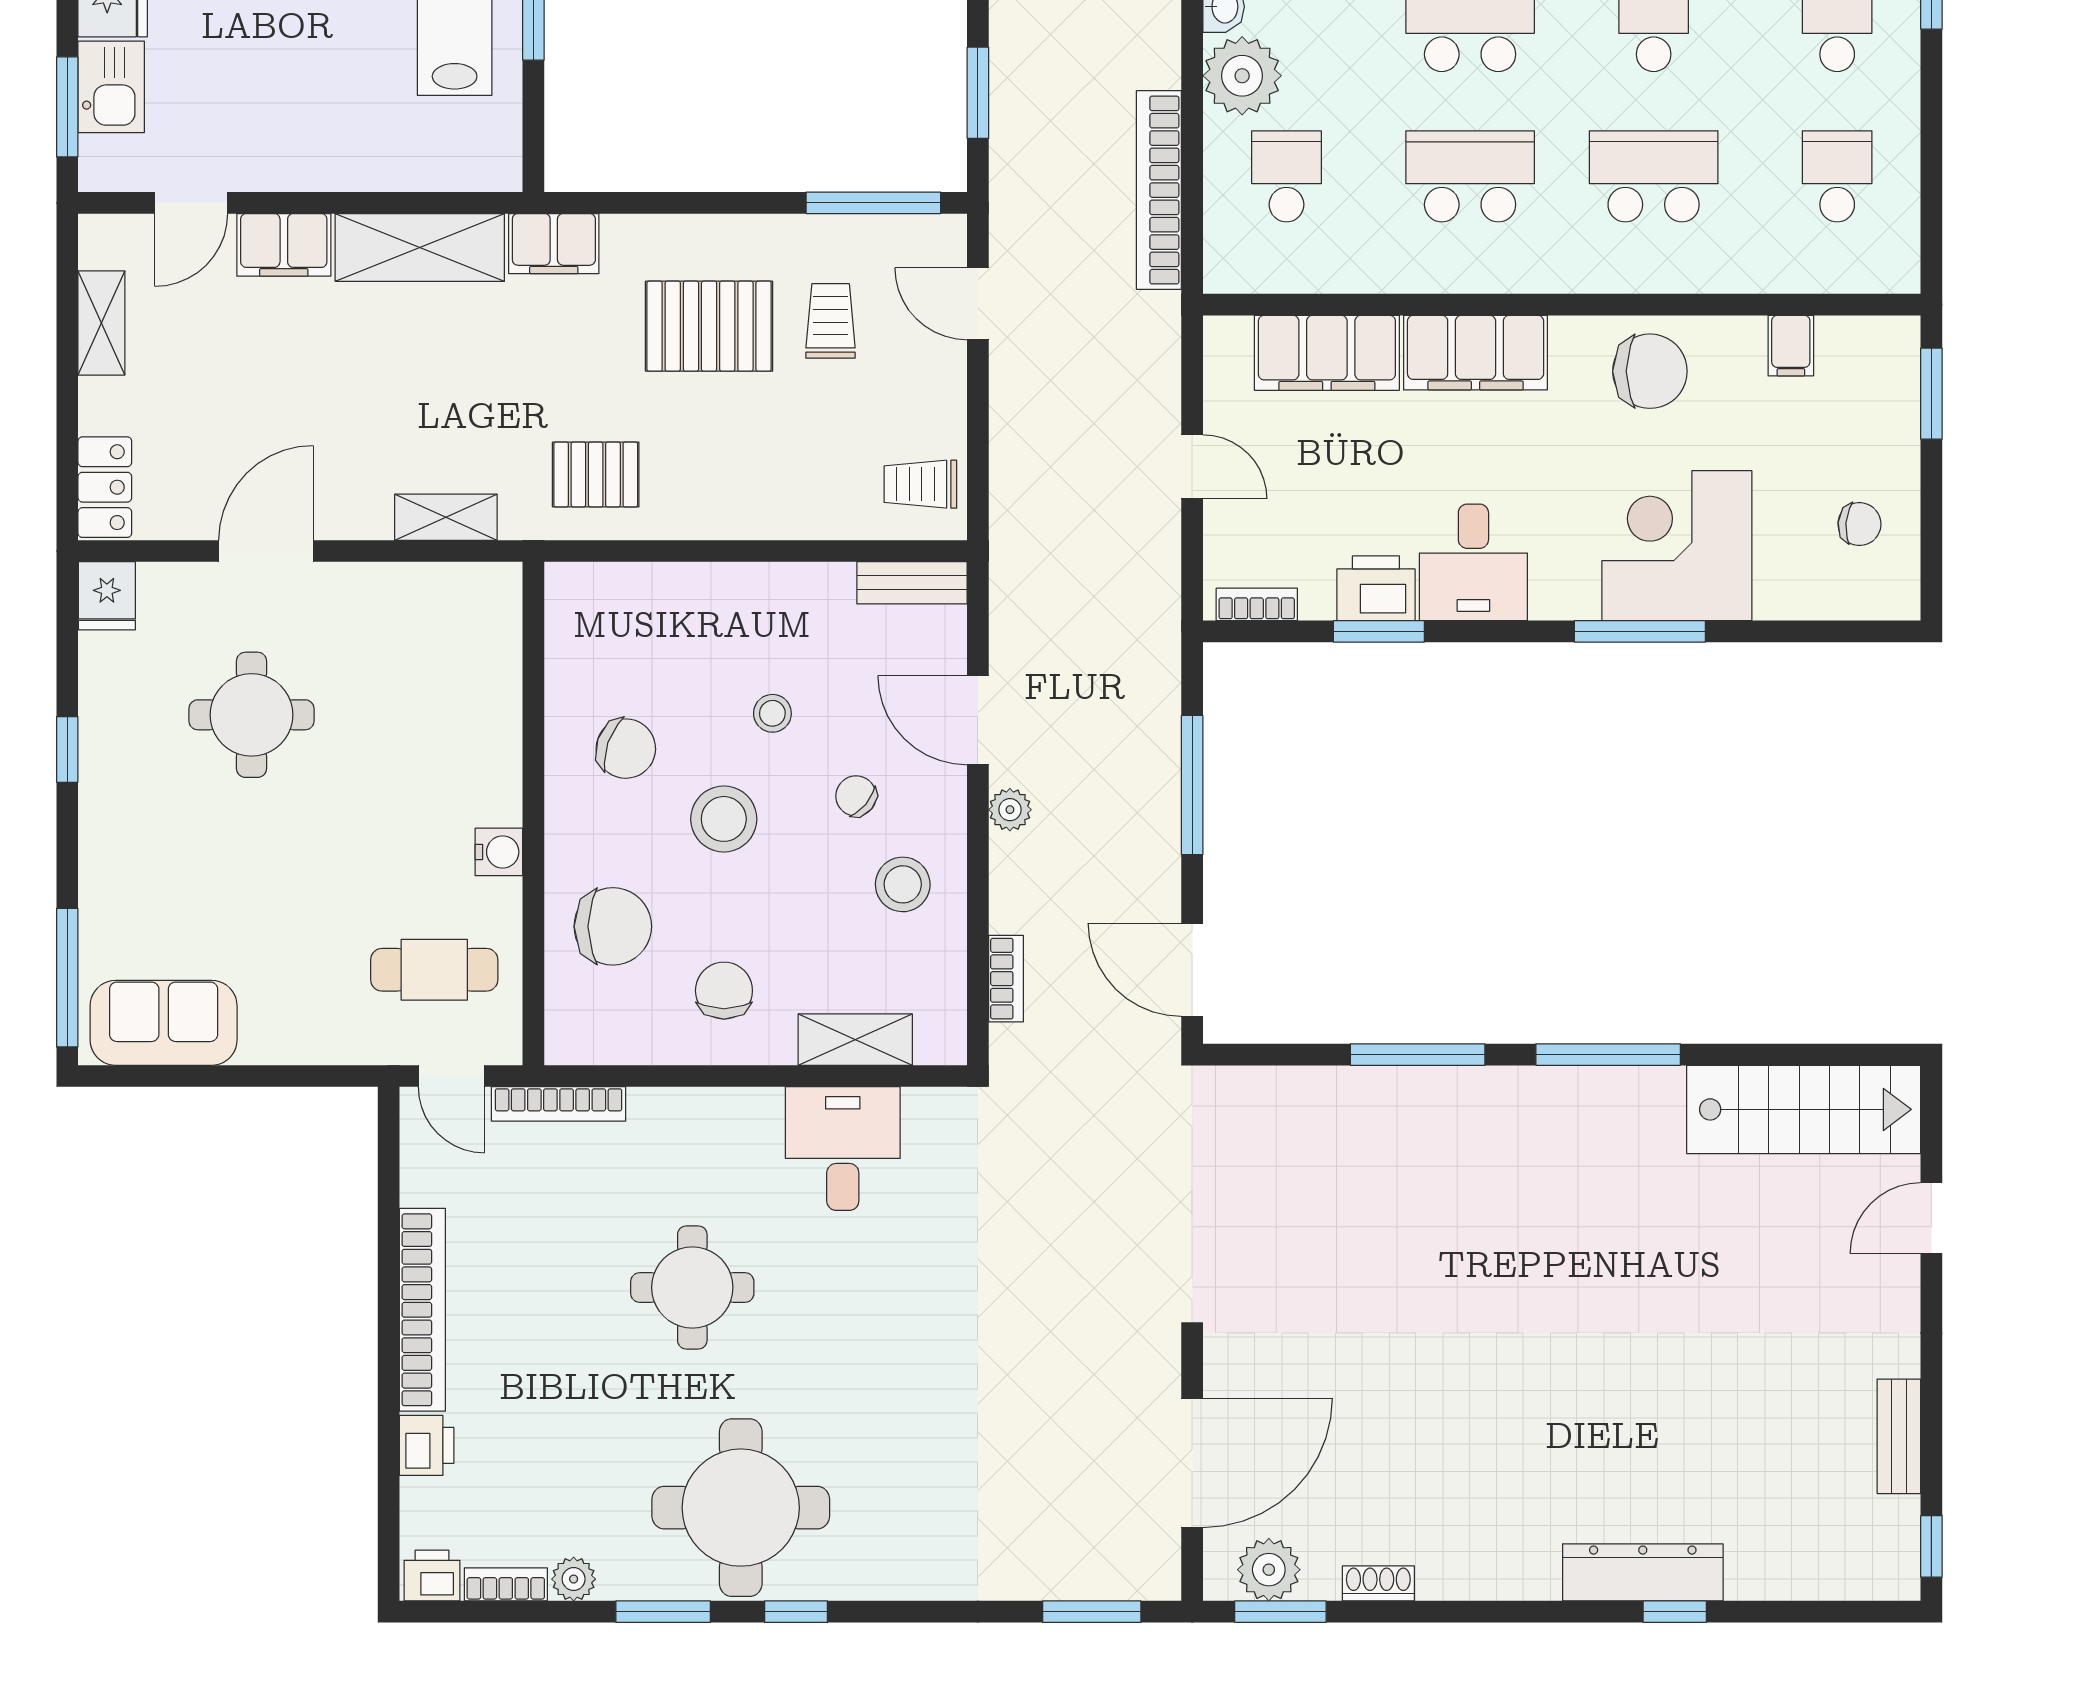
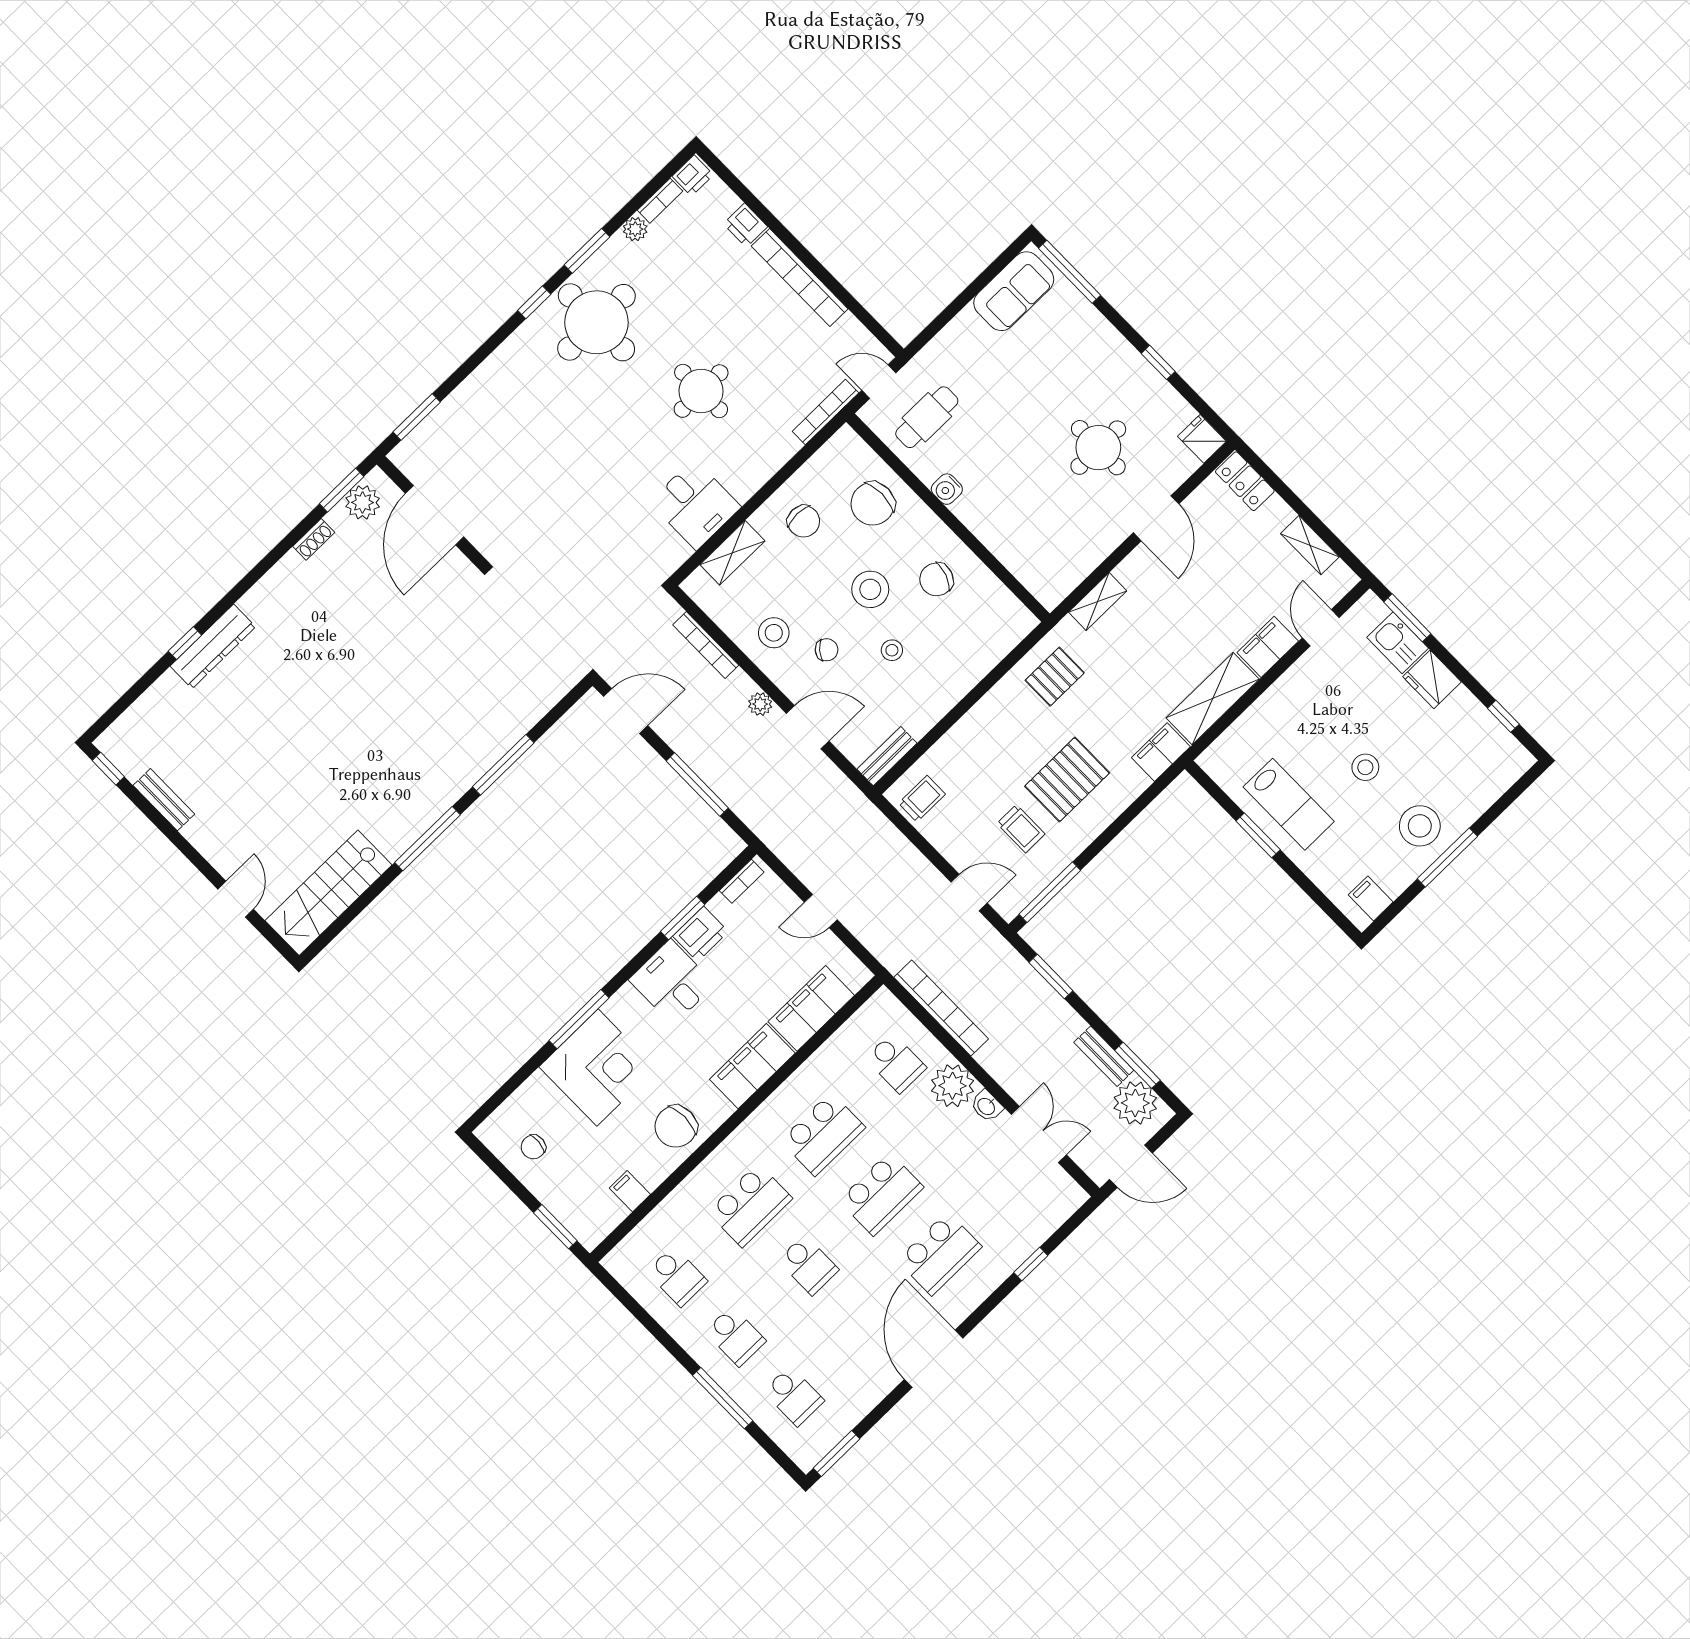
bookcase: (1006, 979) -> (706, 645), width x1.56

